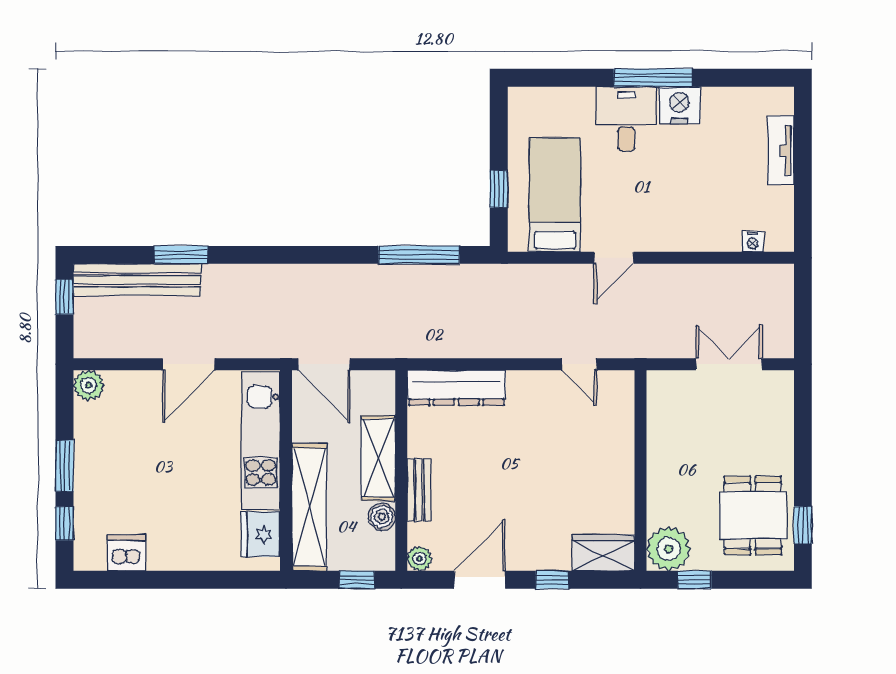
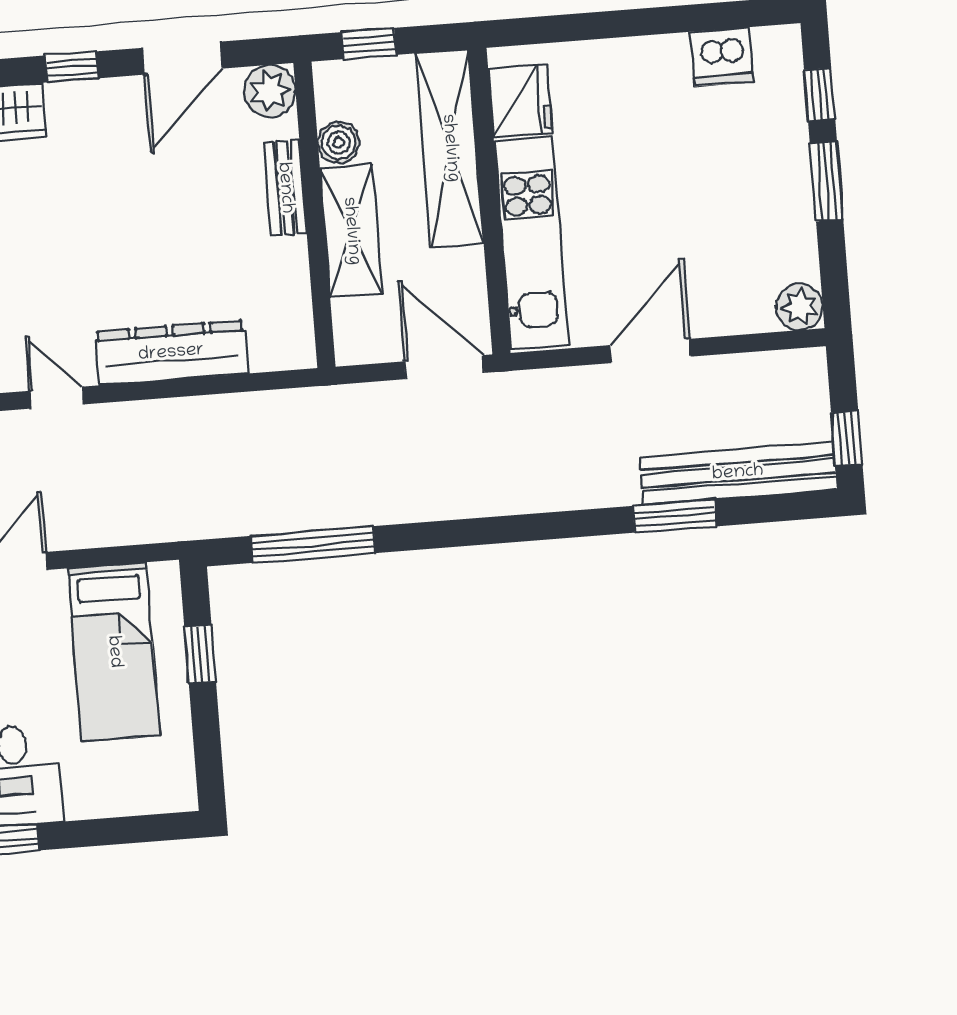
dresser: (456, 388) -> (171, 353), moved
plant: (419, 559) -> (270, 91), width x1.38, depth x1.38

